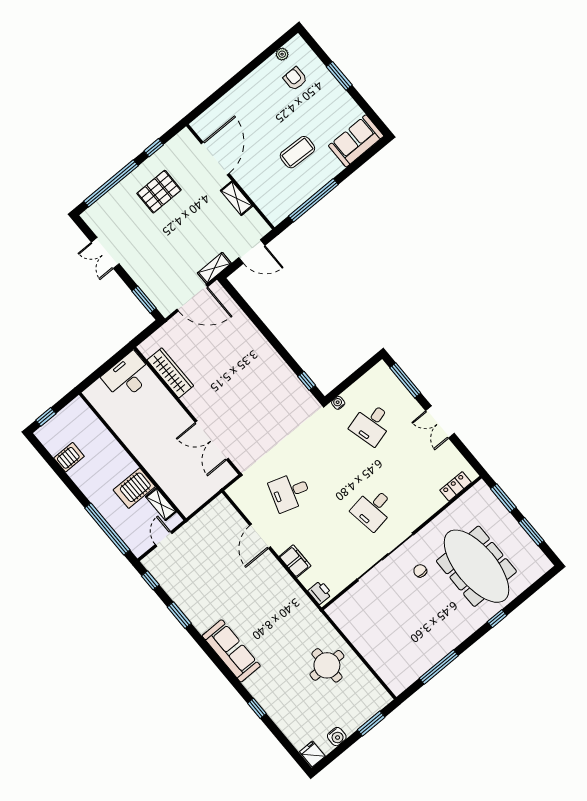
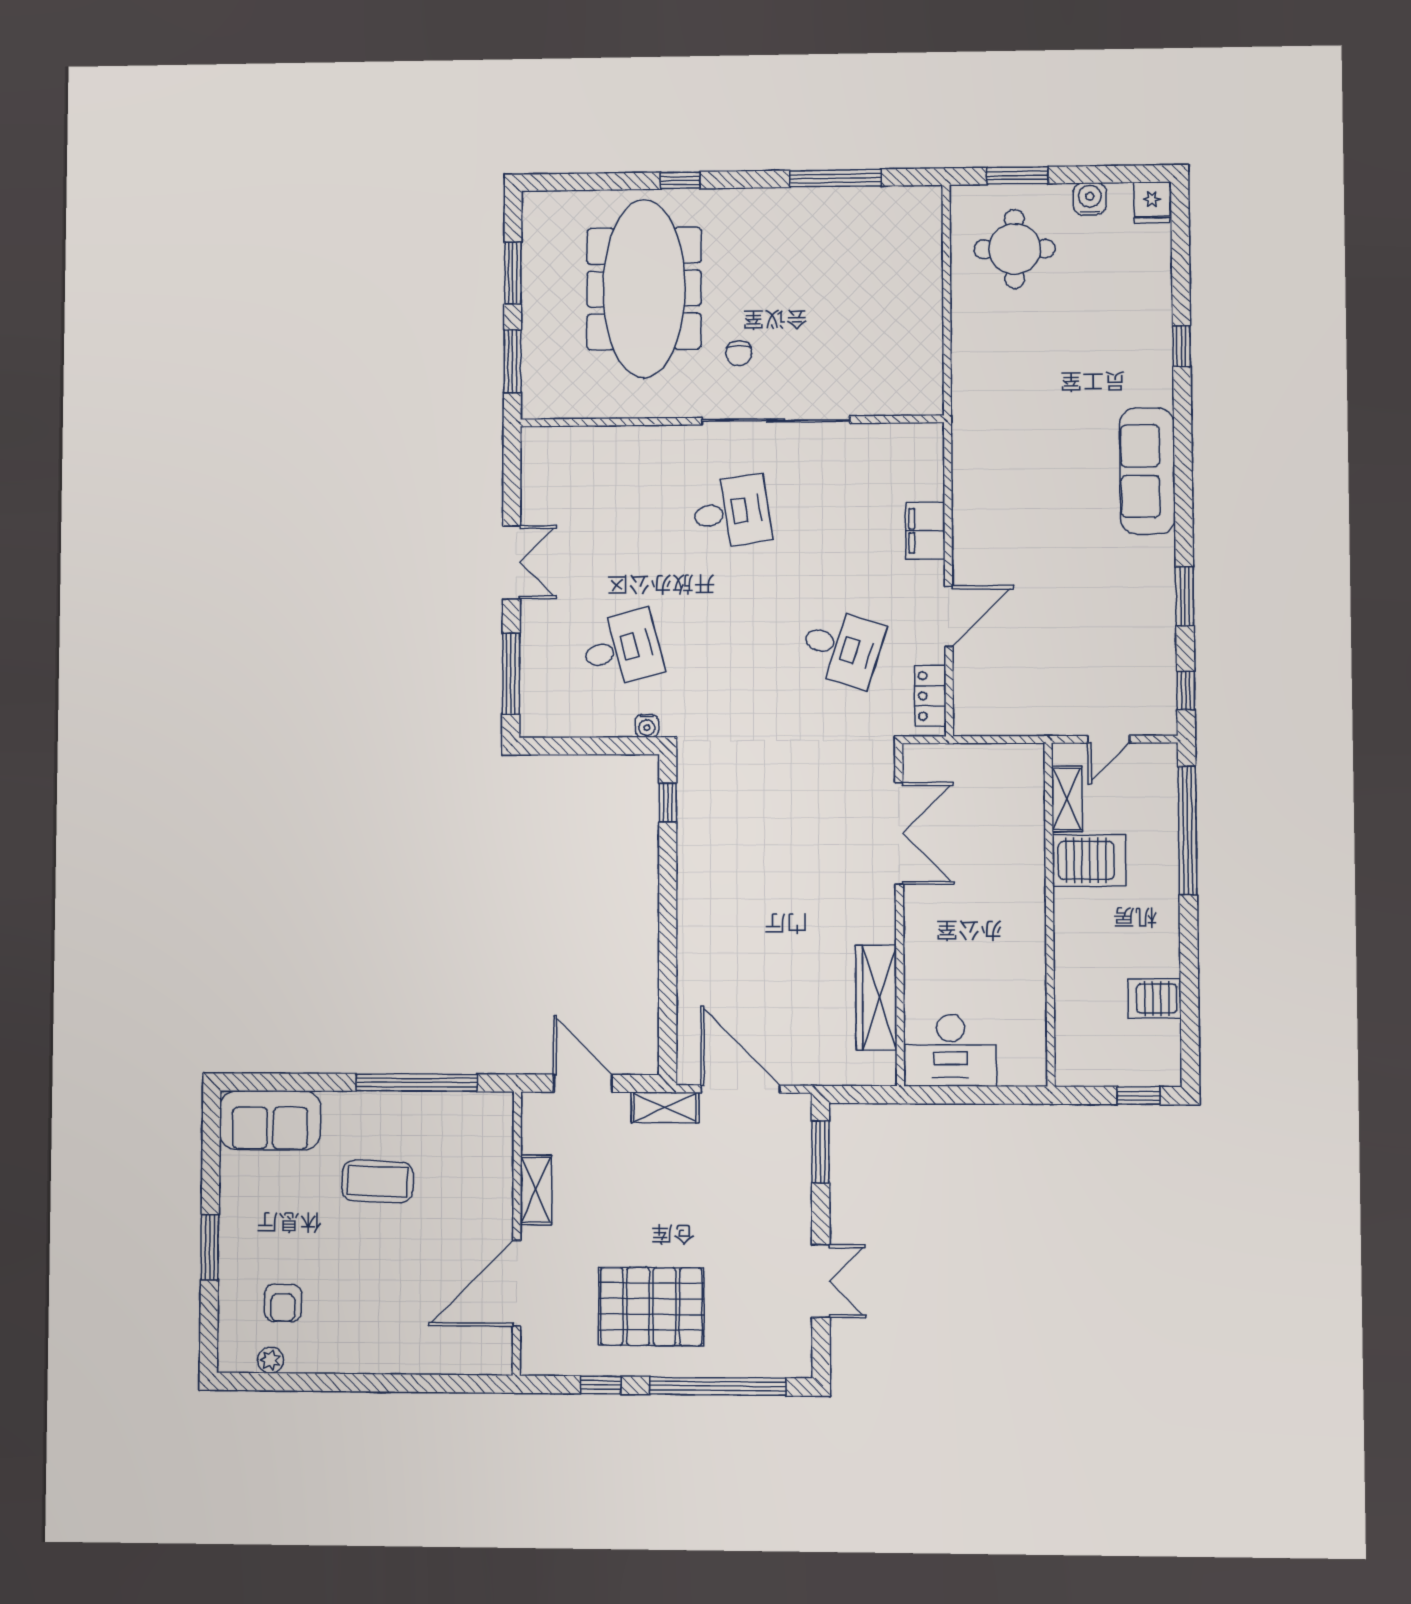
pallet: (159, 192) -> (651, 1307), width x1.37, depth x1.41
locker: (456, 486) -> (930, 696), moved, turned 90
printer: (320, 592) -> (927, 449), removed
round table: (327, 665) -> (1015, 249), moved

